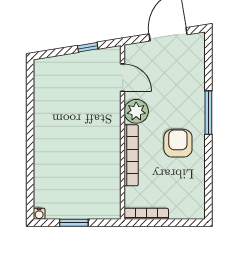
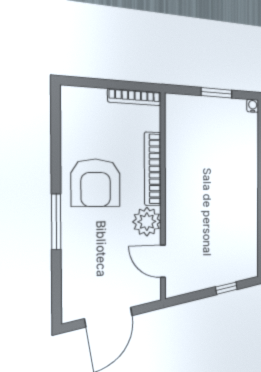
window: (88, 47) -> (226, 288), moved
armchair: (178, 143) -> (96, 183), width x1.36, depth x1.36

